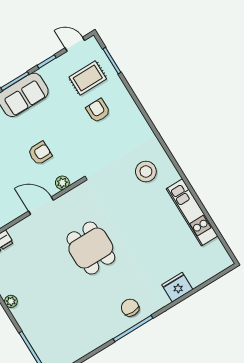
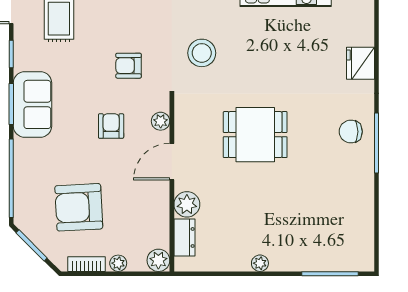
armchair: (98, 111) -> (129, 66), moved
stool: (146, 171) -> (202, 53), moved
plant: (20, 232) -> (187, 204), added

